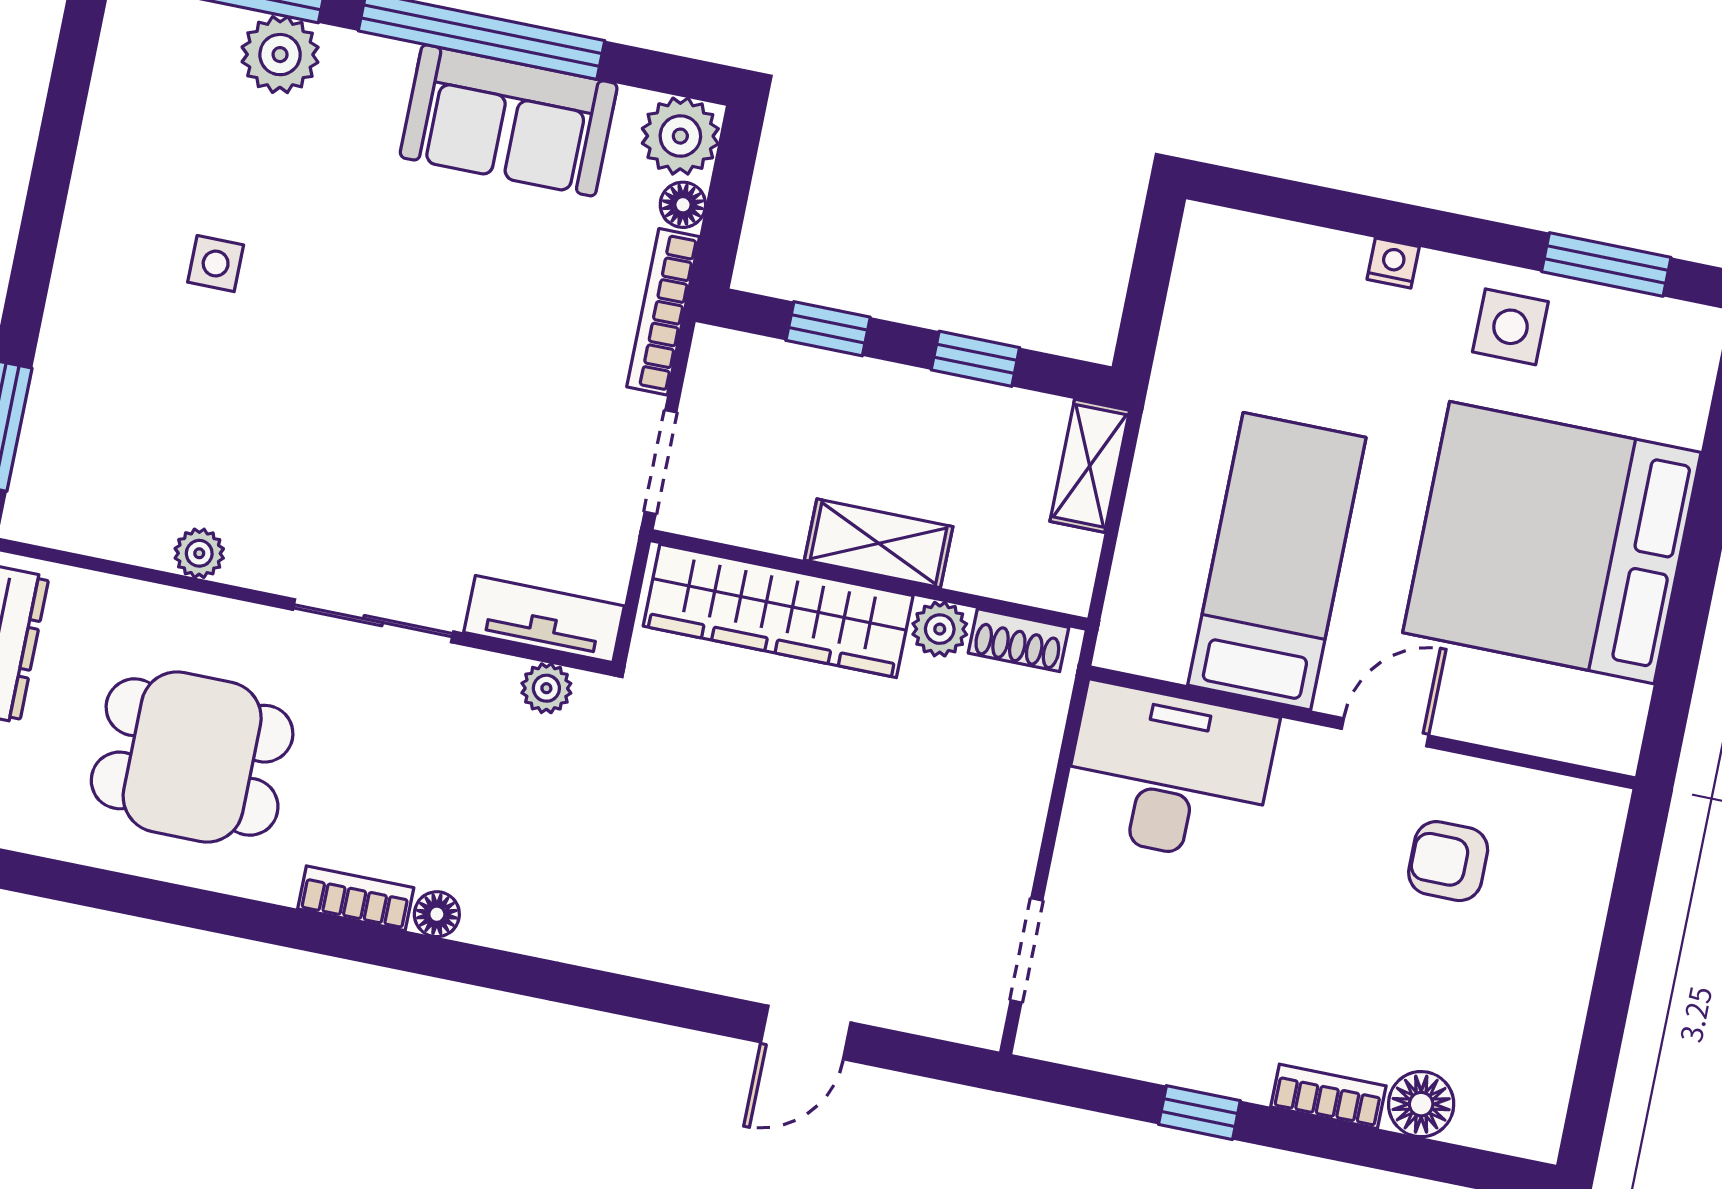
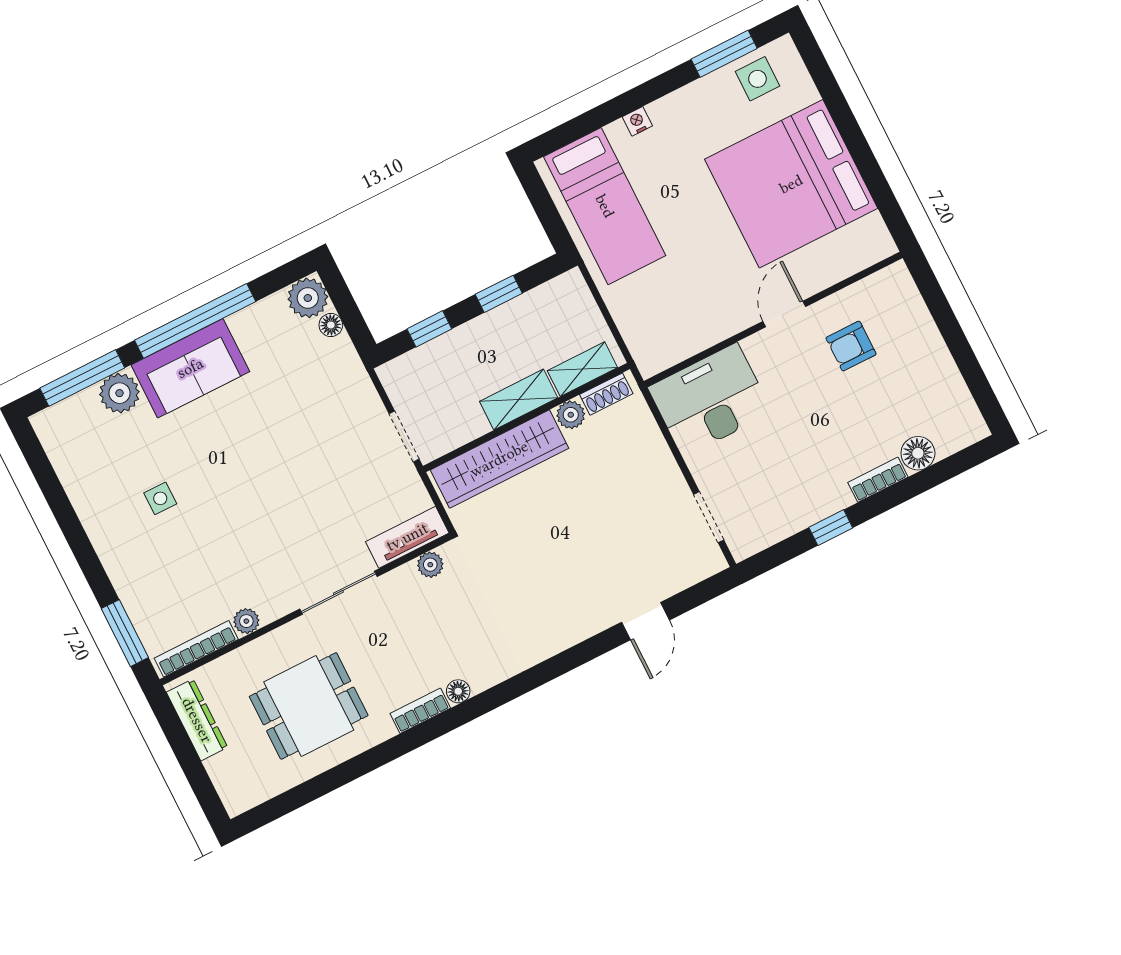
sofa: (509, 120) -> (190, 368), moved
bookcase: (663, 312) -> (196, 649), moved, turned 90
side table: (1510, 327) -> (757, 79), moved
shelving: (1090, 466) -> (582, 369), moved, turned 90
bed: (1277, 561) -> (605, 206), moved, turned 180

